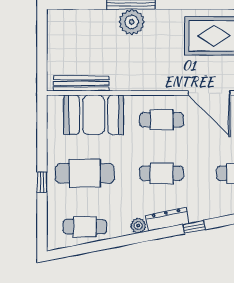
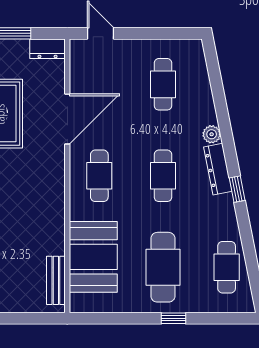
bench: (81, 83) -> (56, 280), width x0.73
plant: (138, 226) -> (212, 134), moved
window: (194, 227) -> (237, 189), moved

